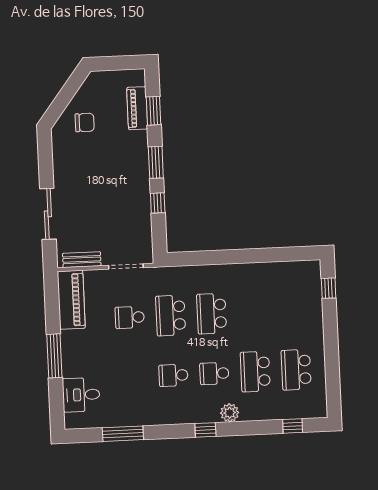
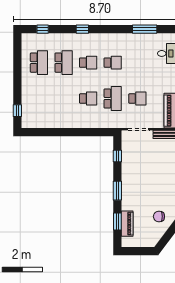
window: (158, 203) -> (117, 156), moved
school desk: (212, 314) -> (88, 98), width x0.54
plant: (230, 413) -> (80, 39), removed
window: (205, 430) -> (82, 29), moved

